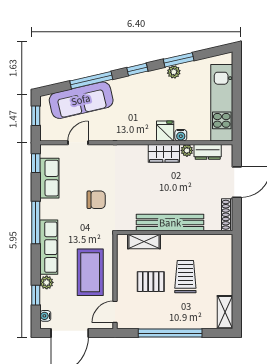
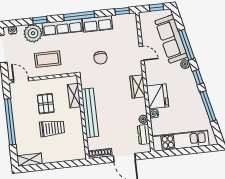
window: (179, 60) -> (208, 106), width x1.44
plant: (174, 72) -> (185, 64), moved
fridge: (165, 131) -> (157, 96), width x1.88, depth x1.34
door: (78, 143) -> (142, 53), moved
wardrobe: (164, 153) -> (138, 87), moved
row of seats: (49, 178) -> (98, 24), moved
coffee table: (90, 272) -> (48, 59), width x0.73, depth x0.76
plant: (47, 282) -> (33, 33), width x1.87, depth x1.87
window: (36, 295) -> (40, 20), moved

